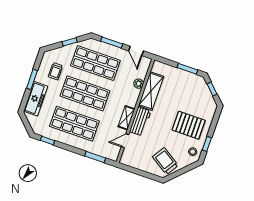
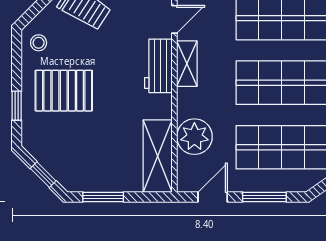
door: (136, 51) -> (213, 197), hinge flipped
plant: (139, 84) -> (194, 137), width x1.87, depth x1.87
shelving: (151, 91) -> (158, 156), moved
window: (207, 144) -> (17, 106), moved

